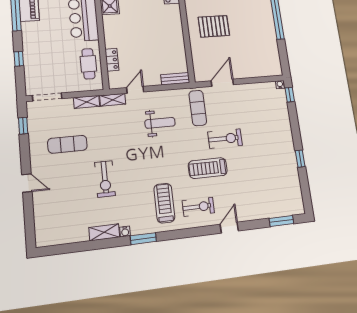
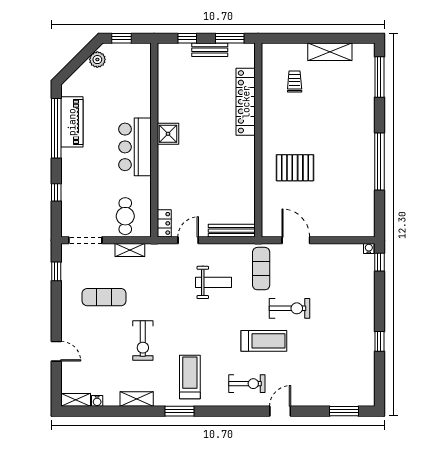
locker: (112, 60) -> (164, 223), moved
cafe table: (88, 64) -> (125, 216), moved
bench: (175, 79) -> (232, 231), width x1.36
door: (222, 83) -> (296, 240), hinge flipped
shelving: (113, 100) -> (76, 400), moved
treadmill: (208, 168) -> (264, 341), turned 180
door: (27, 183) -> (56, 351), moved
treadmill: (164, 203) -> (190, 377), moved
water cooler: (125, 231) -> (97, 401), moved

